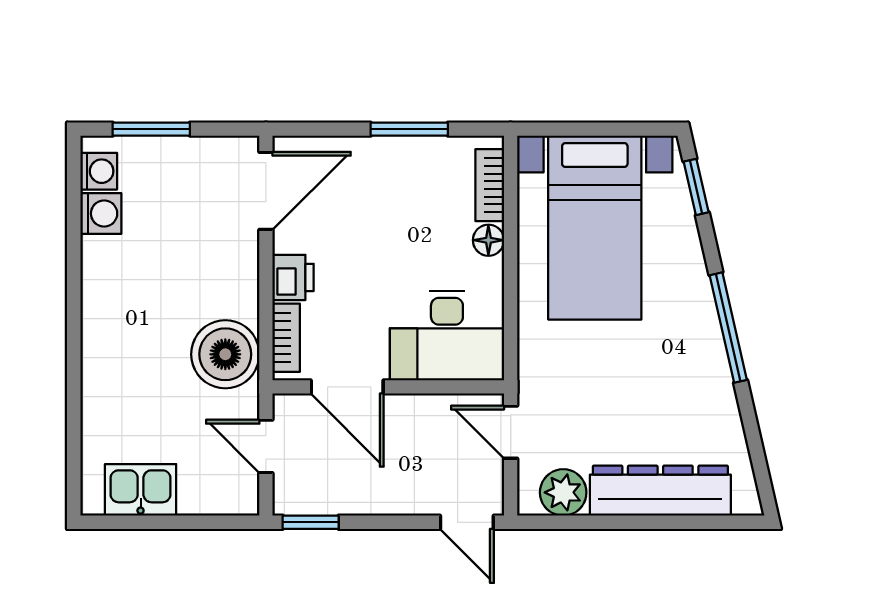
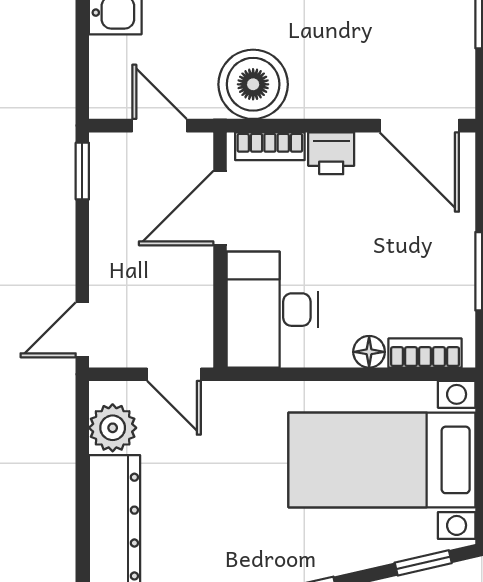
door: (511, 432) -> (174, 374), swing flipped
door: (266, 446) -> (159, 126), hinge flipped

